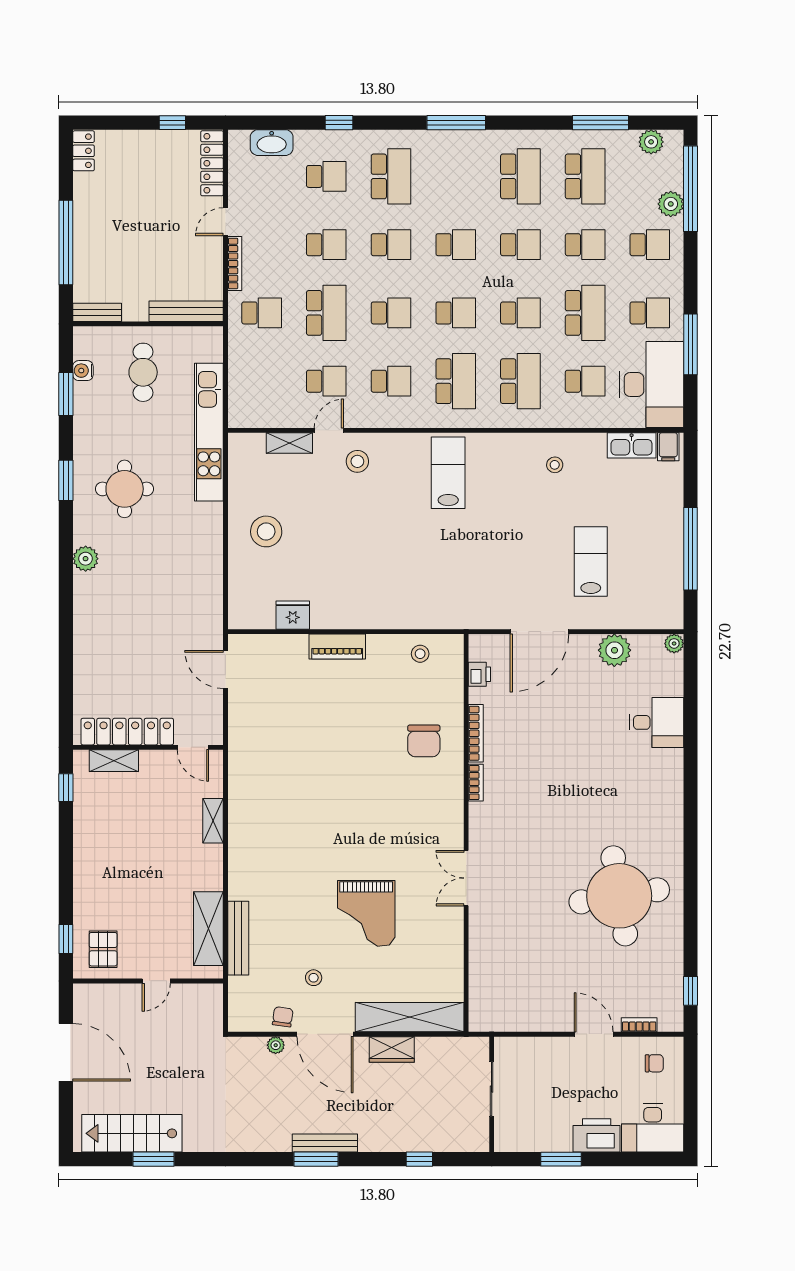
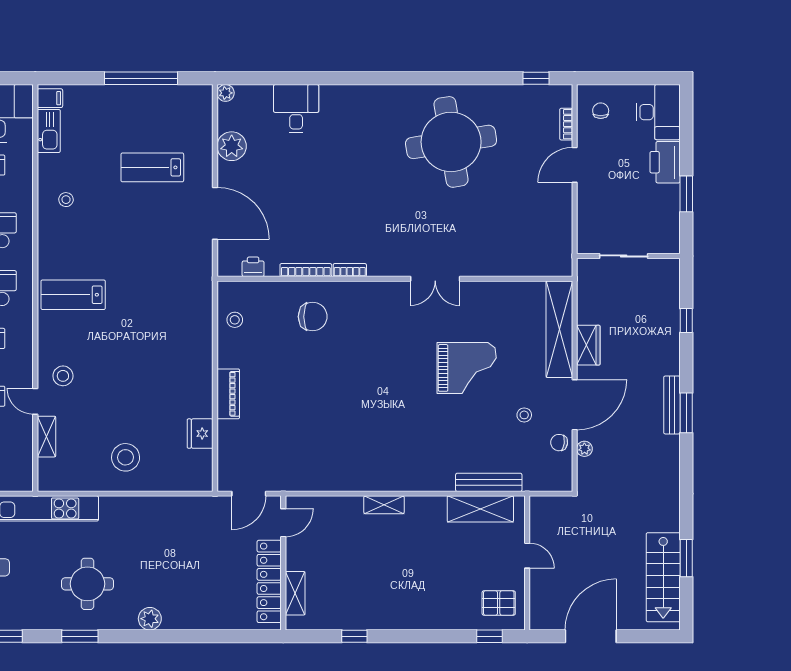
locker: (127, 732) -> (269, 581), moved
wall: (148, 747) -> (283, 563), moved
door: (193, 747) -> (283, 523), moved
shelving: (114, 761) -> (295, 593), moved

